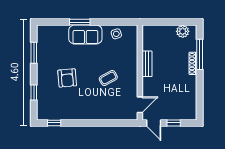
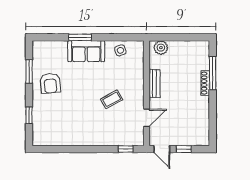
plant: (183, 31) -> (161, 48), moved
armchair: (67, 78) -> (50, 83), moved
door: (140, 105) -> (147, 118), moved
window: (54, 123) -> (126, 149), moved

